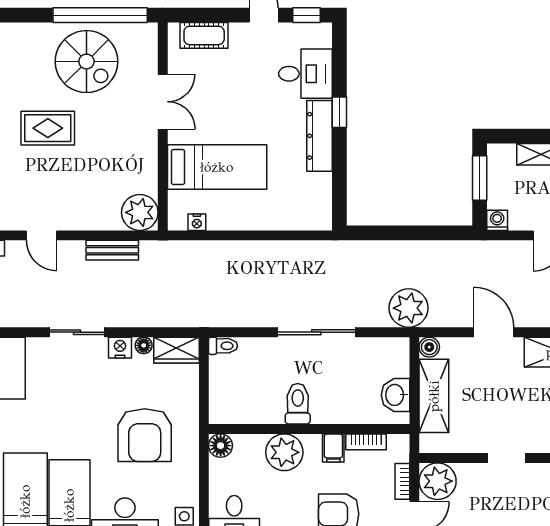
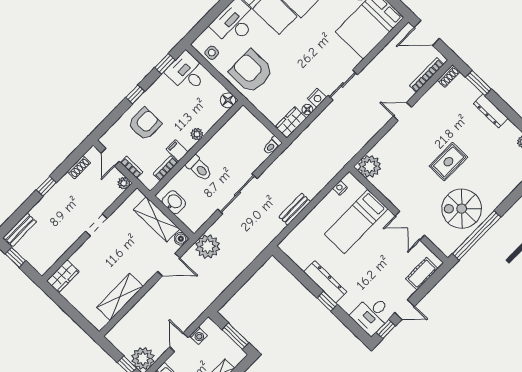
desk: (305, 74) -> (372, 314), moved
washing machine: (497, 220) -> (198, 336), moved
bench: (112, 250) -> (295, 209), moved
door: (494, 332) -> (169, 265), moved
toilet: (298, 404) -> (199, 168), moved
armchair: (145, 435) -> (251, 72), moved
plant: (284, 452) -> (197, 134), width x0.53, depth x0.53
plant: (438, 481) -> (124, 183), width x0.53, depth x0.53

